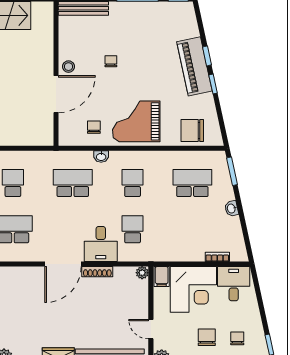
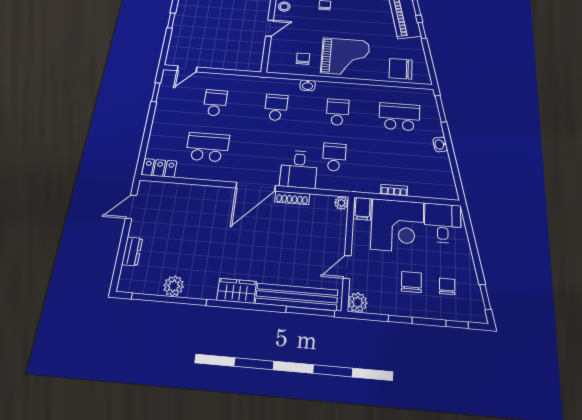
door: (56, 94) -> (270, 28), width x0.53
grand piano: (136, 121) -> (345, 57), turned 180
school desk: (73, 183) -> (276, 107), width x0.54
bookcase: (217, 257) -> (394, 190), moved
door: (151, 329) -> (347, 267), hinge flipped

